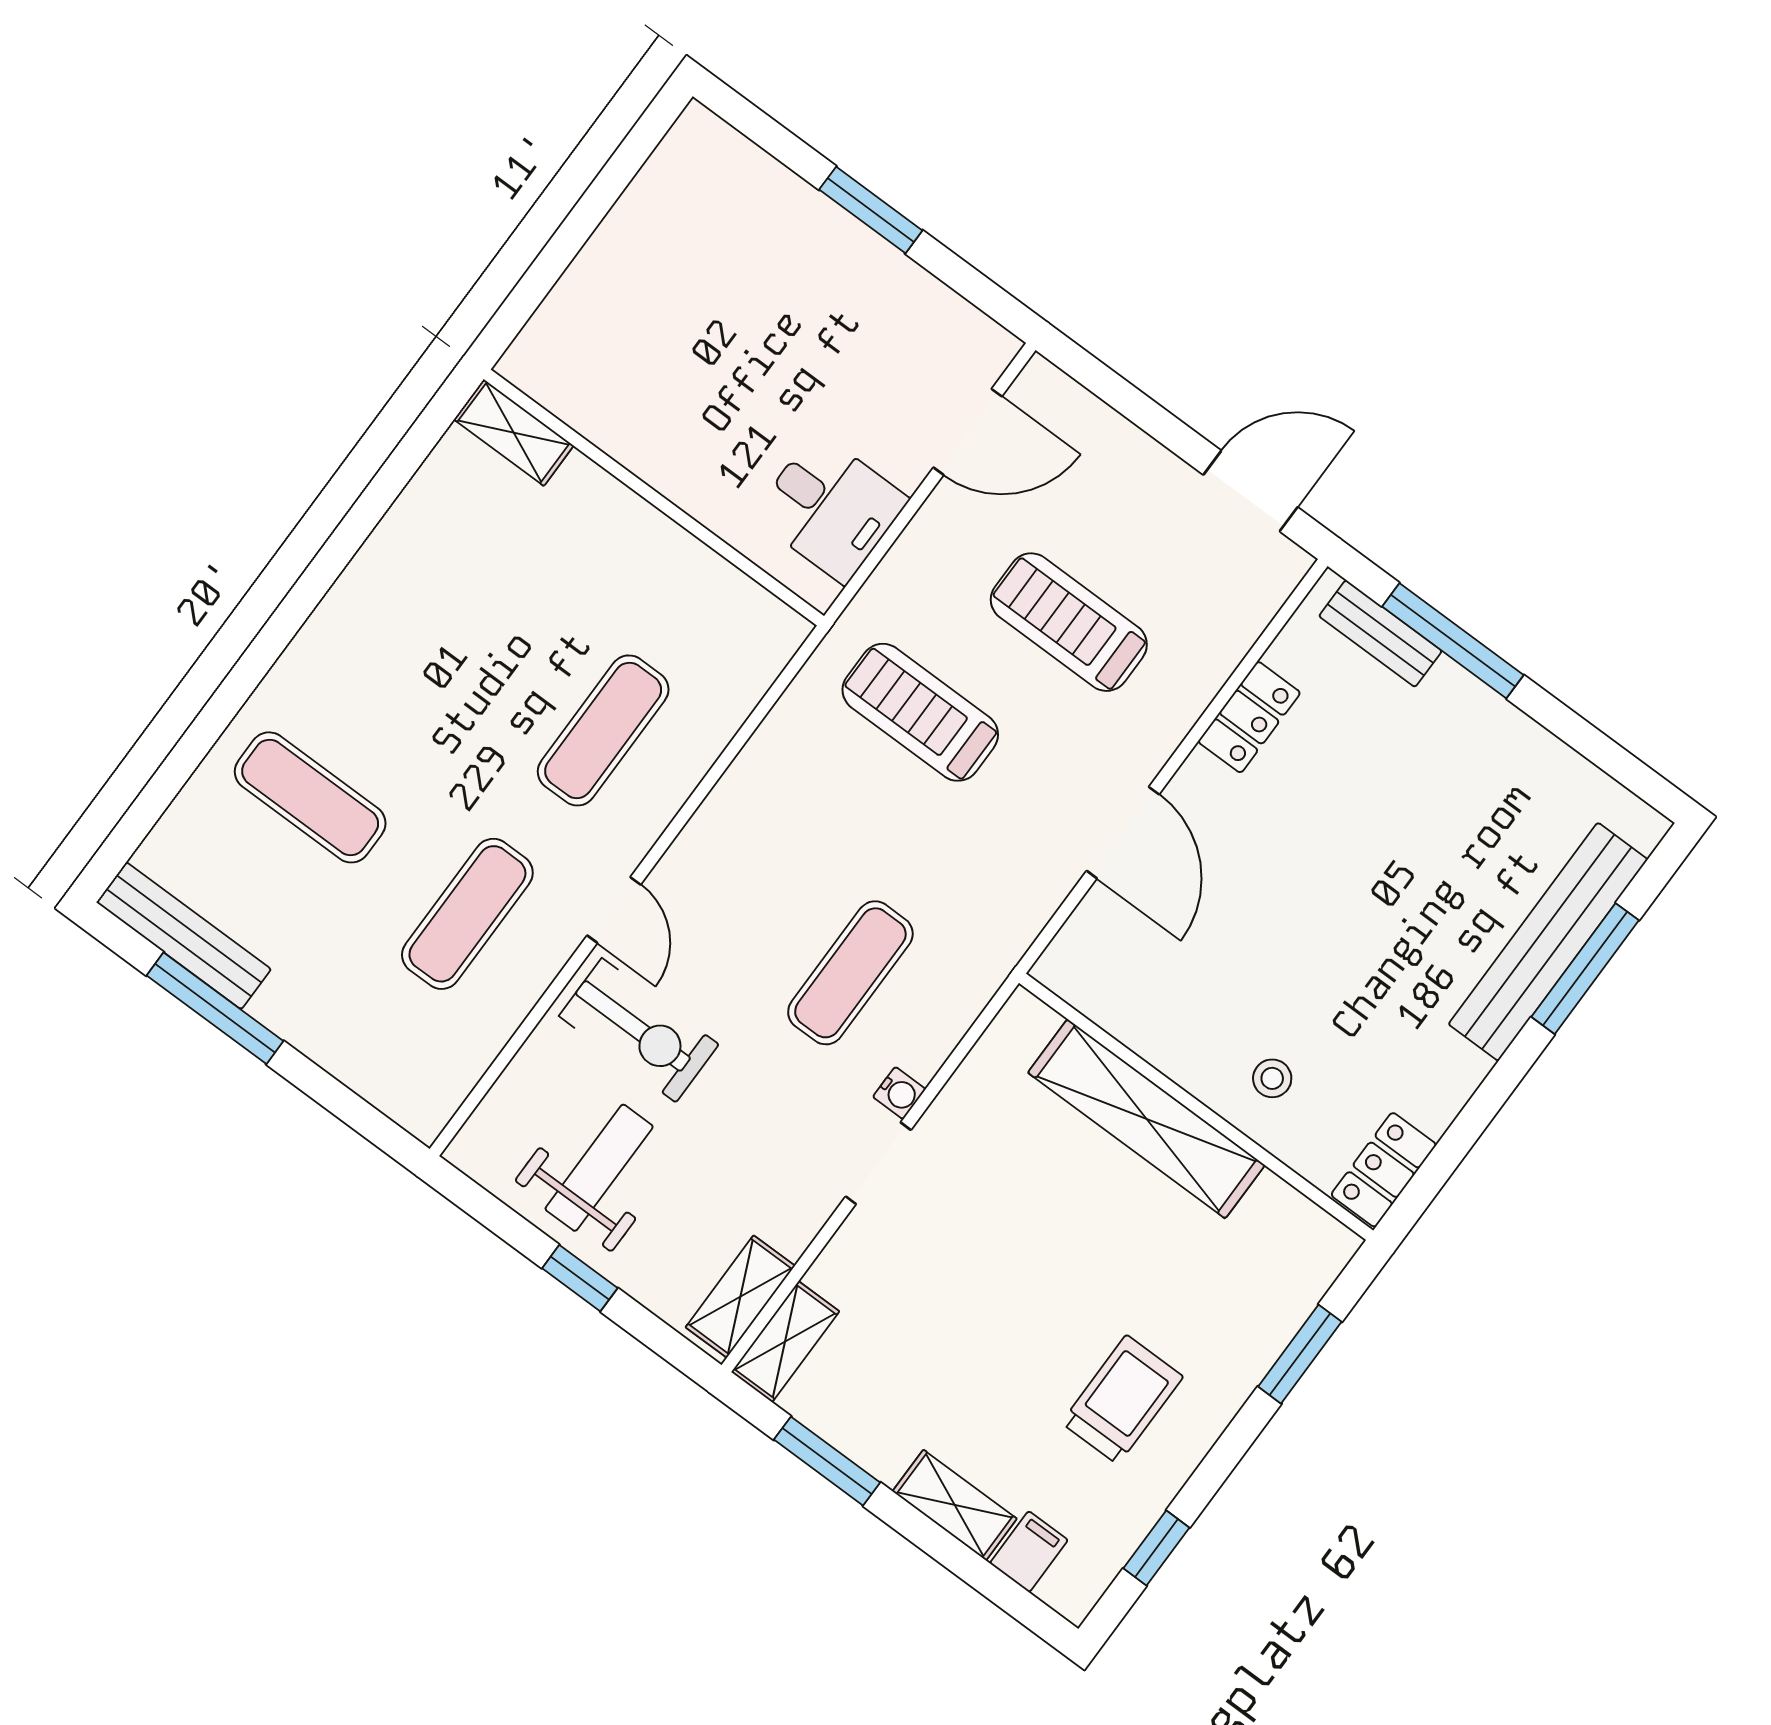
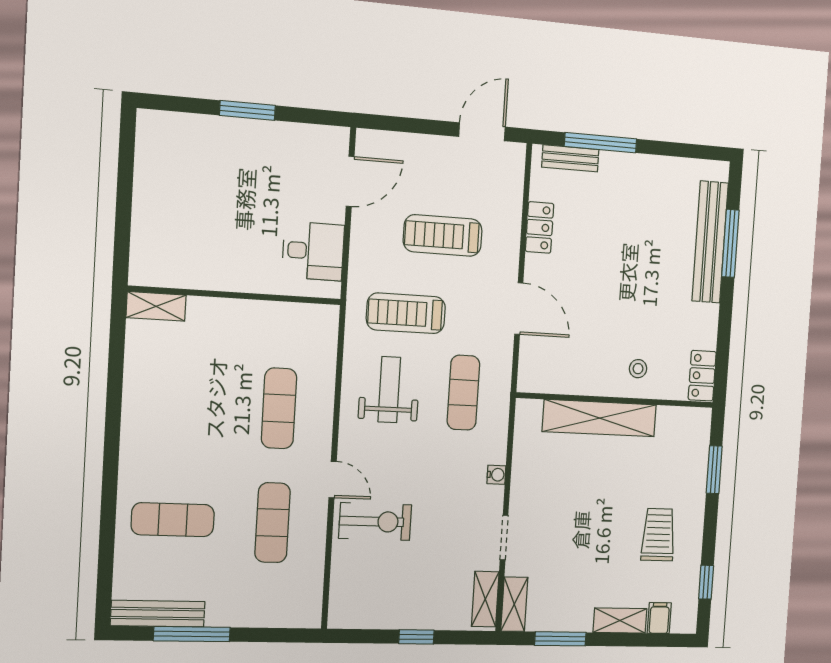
exercise mat: (850, 973) -> (463, 393), moved
doorway: (878, 1163) -> (504, 538), moved
weight bench: (599, 1168) -> (389, 390), moved

